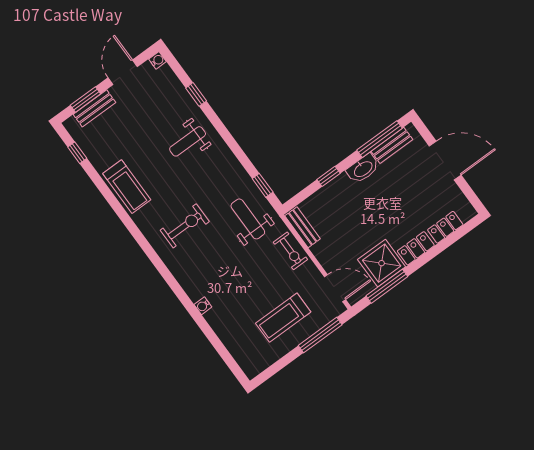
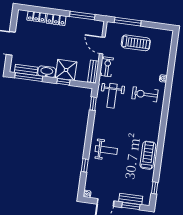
exercise bike: (185, 226) -> (145, 94), moved
shower: (382, 263) -> (66, 70), moved
door: (335, 288) -> (102, 45), moved

